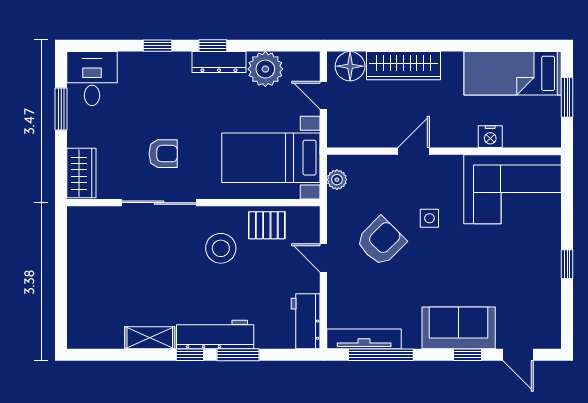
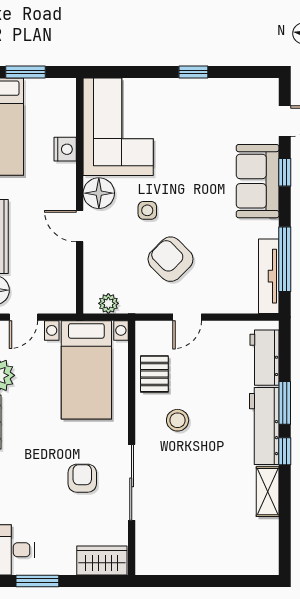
floor lamp: (447, 170) -> (99, 193), added
stool: (221, 248) -> (178, 420), width x0.73, depth x0.73
workbench: (306, 321) -> (264, 358), moved, turned 90

